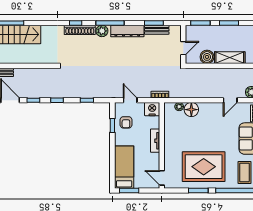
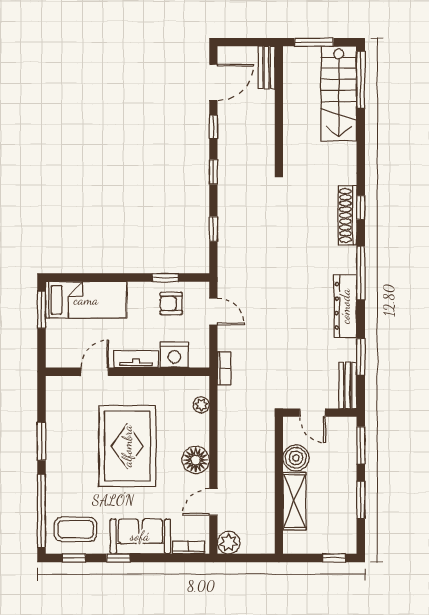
bench: (157, 30) -> (348, 385), moved
plant: (102, 31) -> (345, 258), removed
door: (130, 100) -> (213, 311), hinge flipped
door: (230, 100) -> (213, 502), hinge flipped
nightstand: (152, 109) -> (174, 355), moved, turned 90
floor lamp: (191, 110) -> (196, 460), moved
rug: (204, 167) -> (127, 446), moved
door: (162, 178) -> (95, 372), moved

